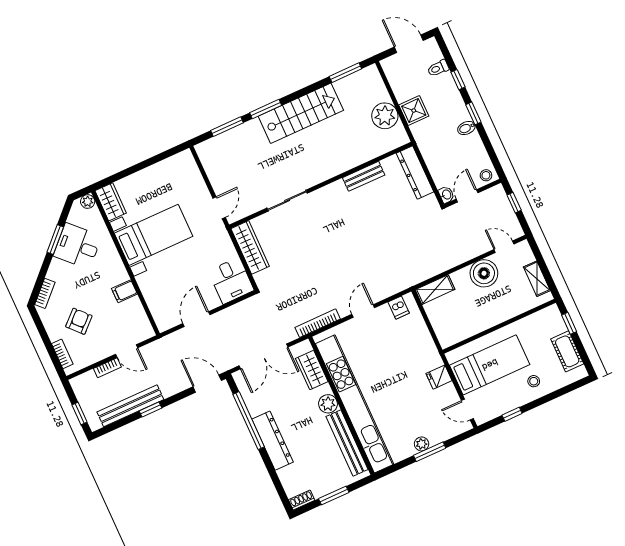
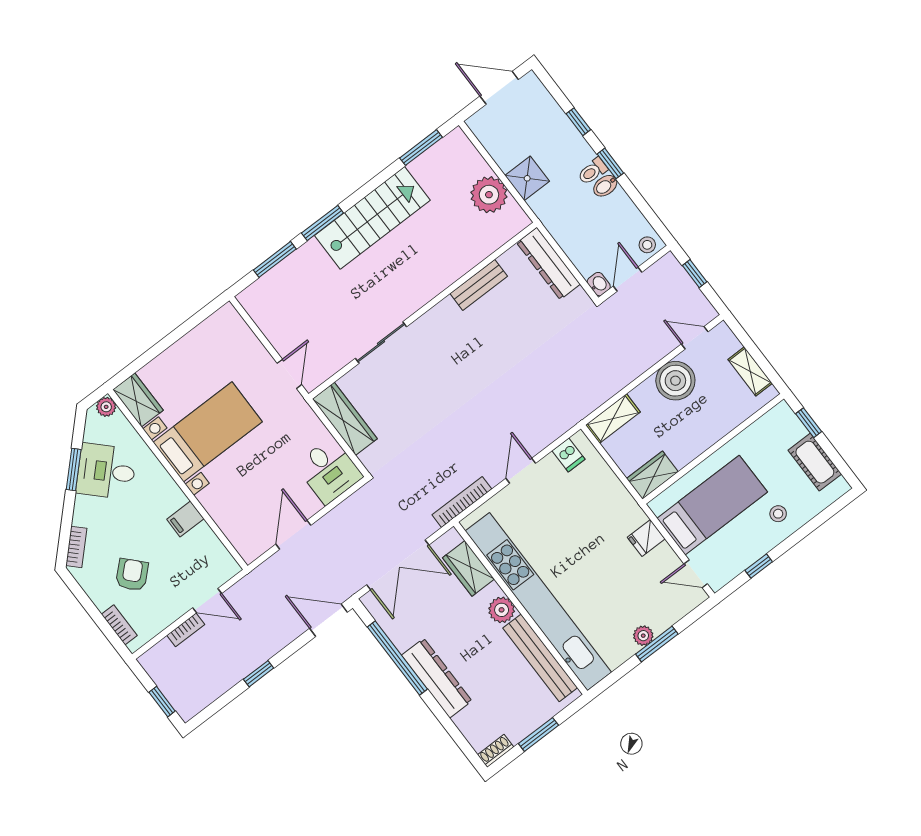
toilet: (438, 68) -> (593, 171), moved
wardrobe: (453, 335) -> (652, 475), added
bench: (130, 406) -> (230, 675), removed

